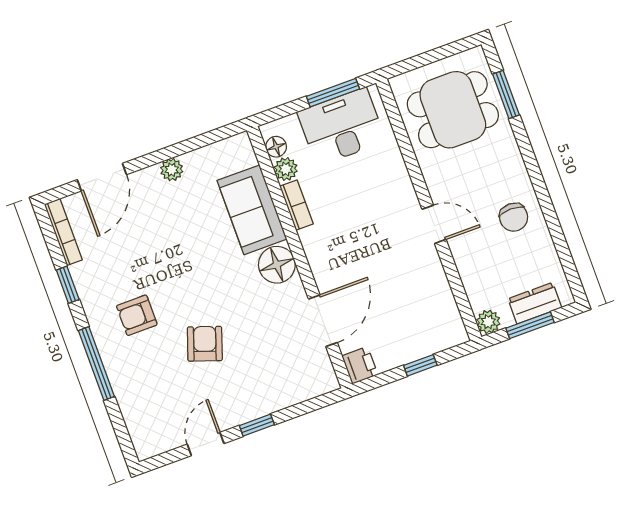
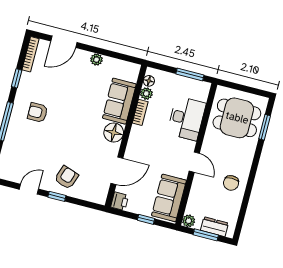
desk: (342, 127) -> (186, 118), moved, turned 90
sofa: (433, 307) -> (169, 198), added
armchair: (205, 344) -> (66, 177), moved

